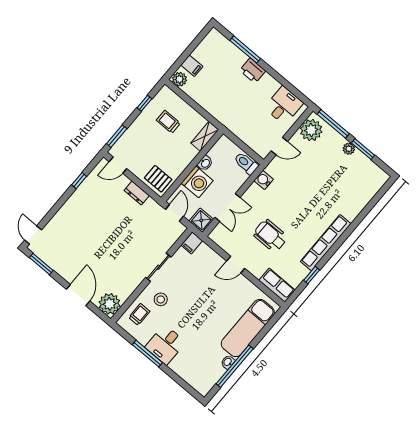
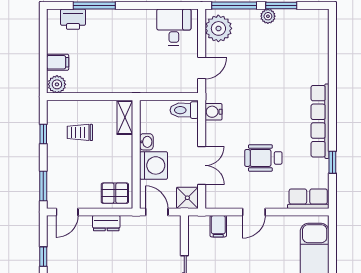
printer: (253, 71) -> (73, 19), moved
filing cabinet: (192, 243) -> (218, 226), moved

